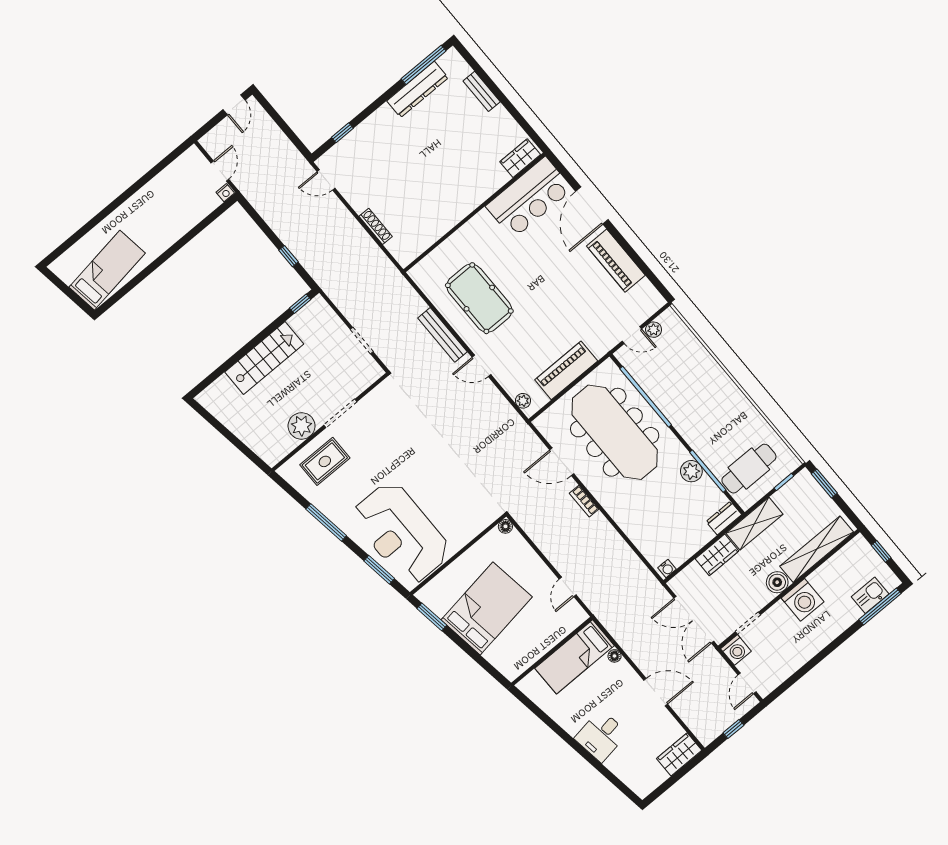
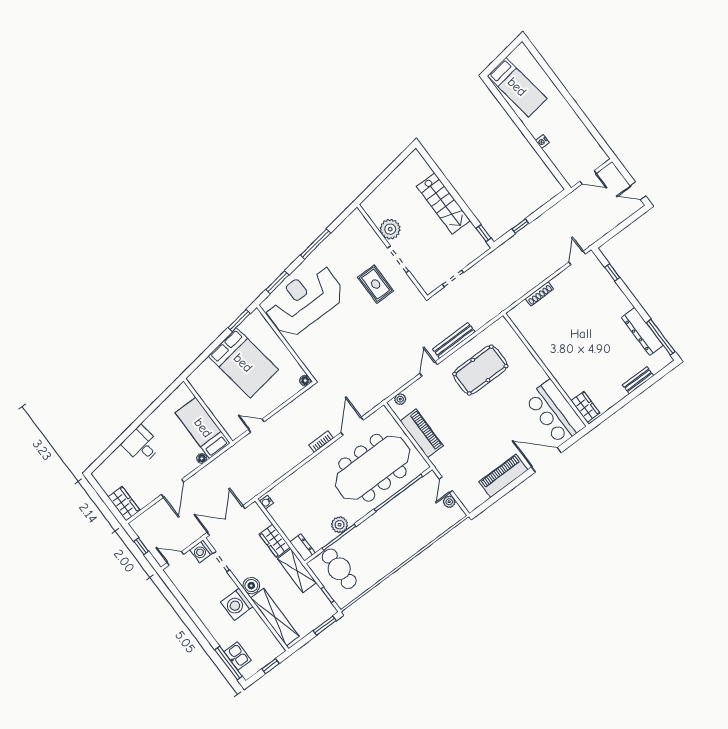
nightstand: (225, 193) -> (542, 142), moved
rug: (325, 461) -> (376, 284), moved

